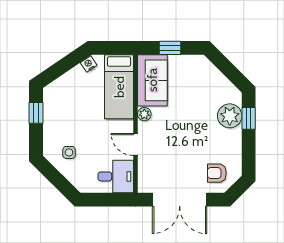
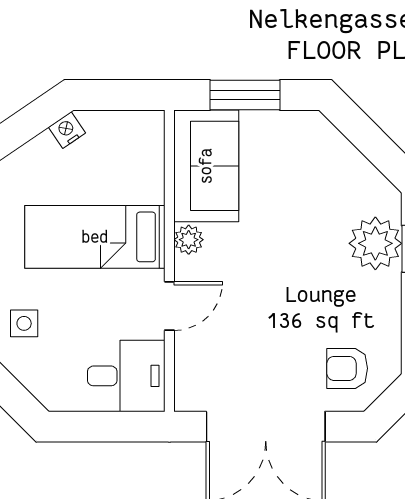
window: (170, 48) -> (245, 95), width x1.50
bed: (119, 87) -> (95, 237), moved, turned 90
door: (136, 144) -> (169, 306), swing flipped

